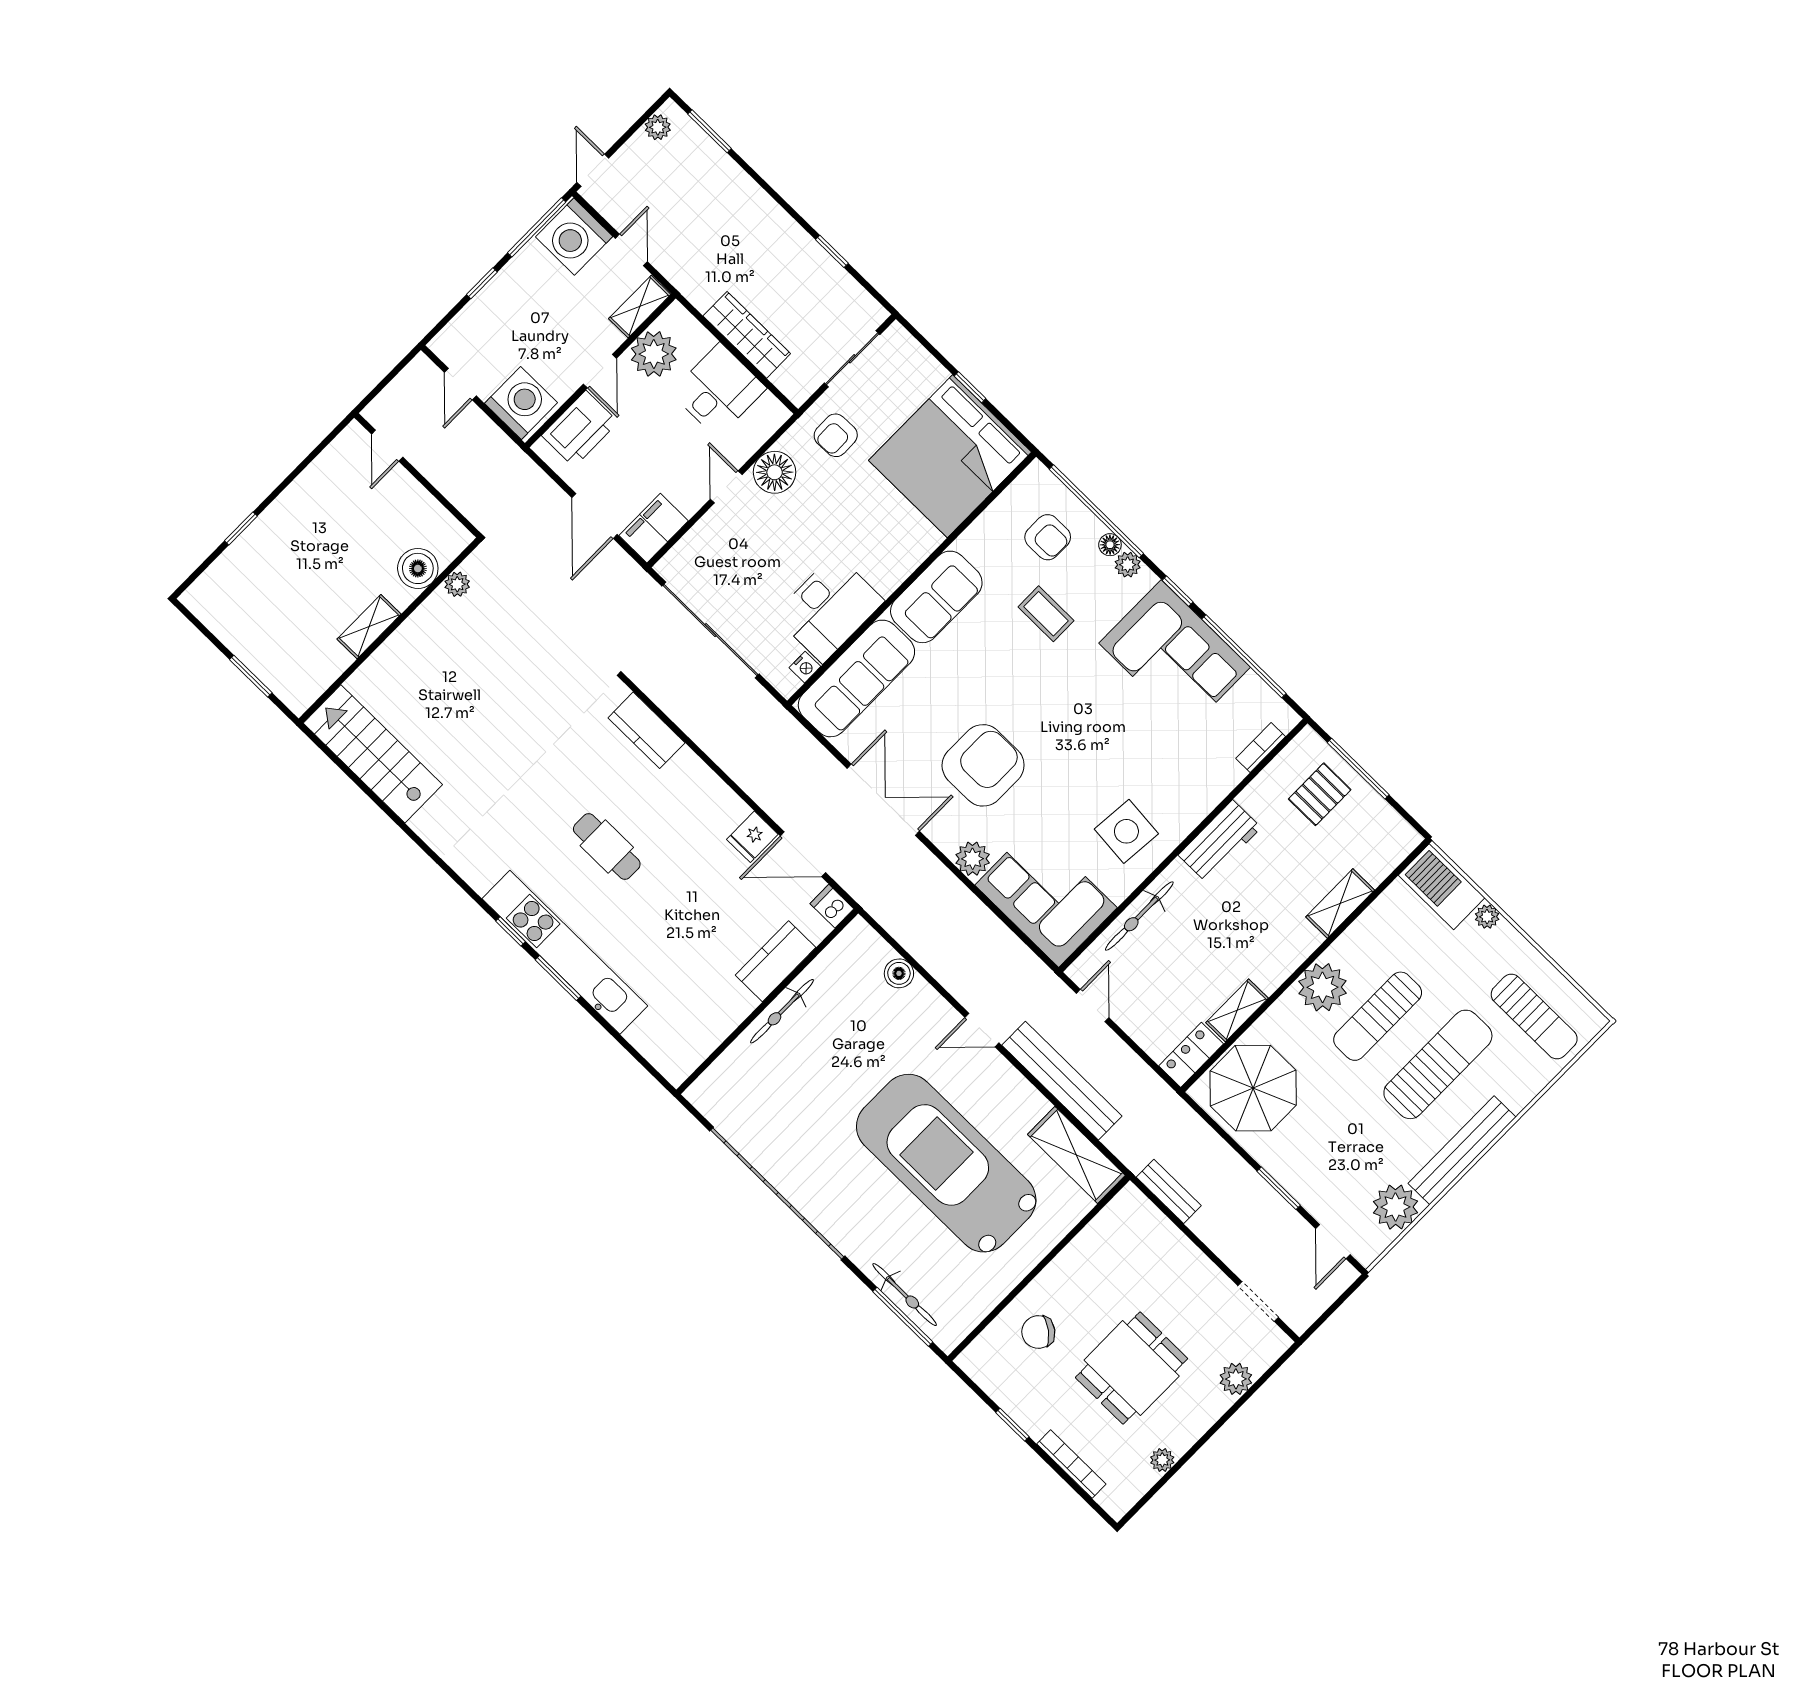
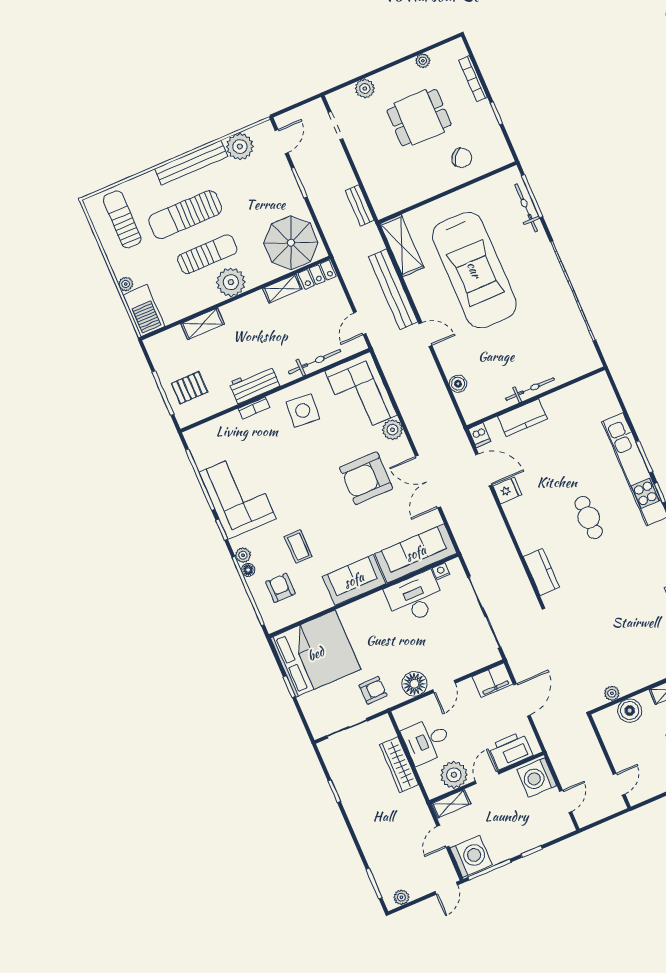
bookcase: (1261, 747) -> (254, 408), moved

